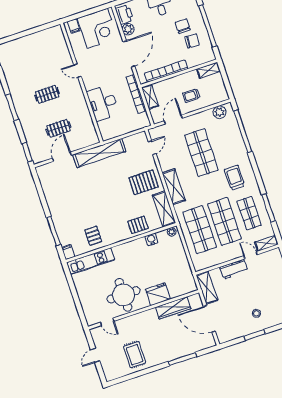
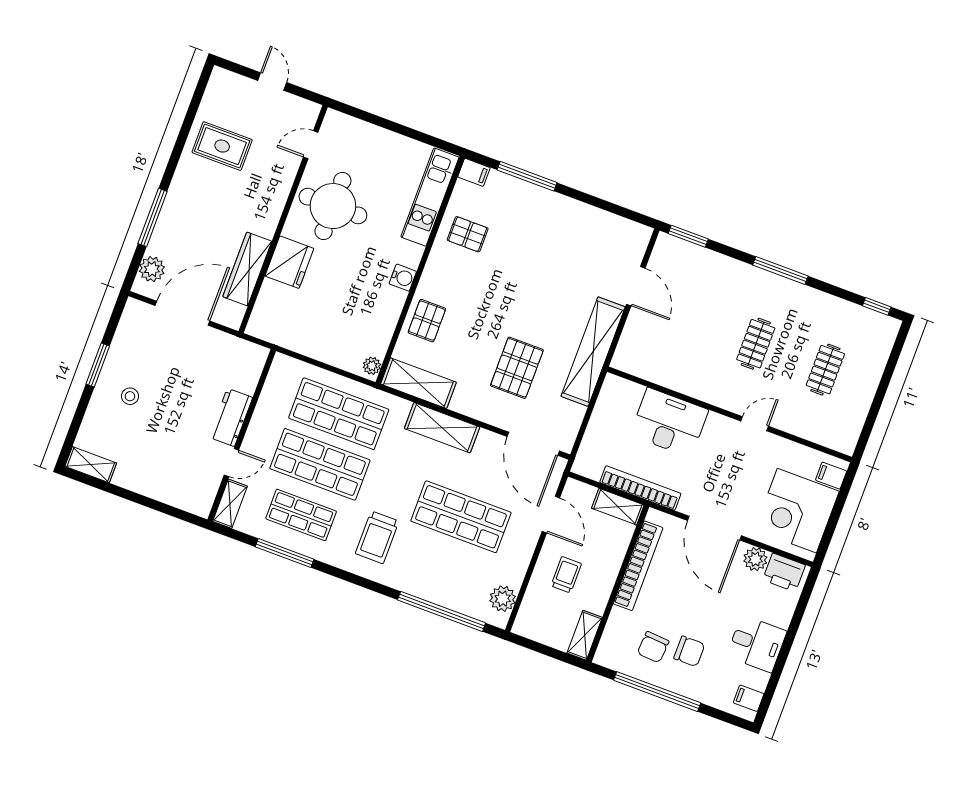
clothes rail: (58, 128) -> (825, 370), moved
door: (152, 148) -> (533, 444), width x1.88
trolley: (235, 178) -> (377, 537), turned 90
pallet: (144, 182) -> (517, 368), moved
water cooler: (151, 239) -> (403, 278), moved
shelving: (207, 288) -> (236, 350), removed
plant: (202, 344) -> (152, 269), added

